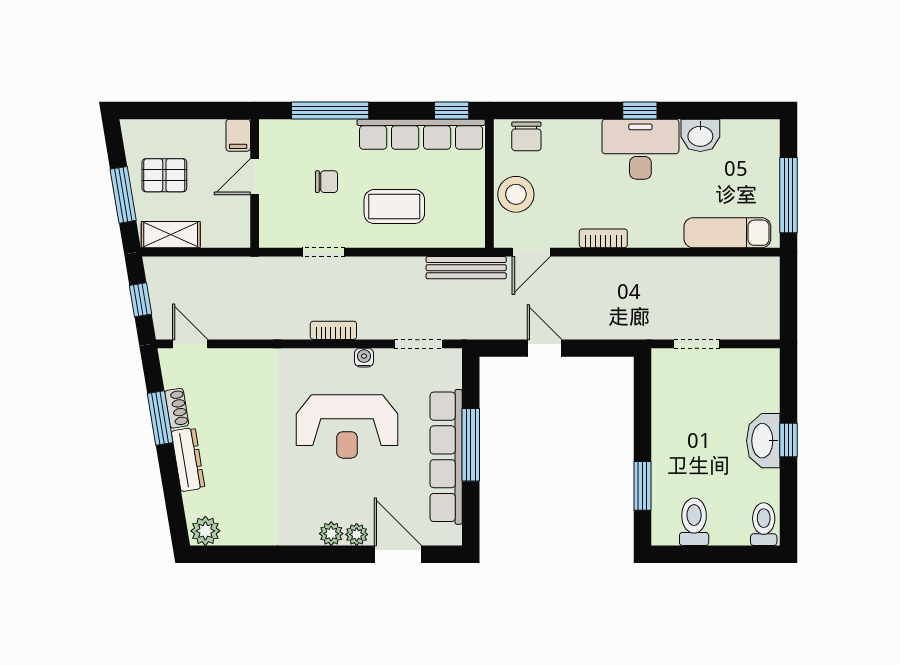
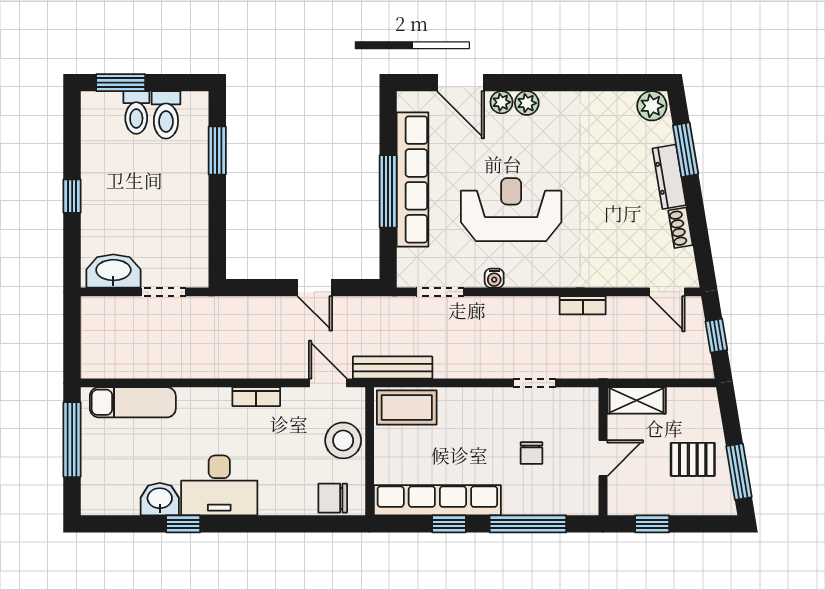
window: (205, 110) -> (652, 524), added
window: (452, 110) -> (449, 524), moved
window: (640, 110) -> (183, 524), moved
filing cabinet: (238, 135) -> (619, 499), removed
chair: (526, 136) -> (333, 498), turned -90
chair: (326, 182) -> (531, 453), turned -90
window: (123, 195) -> (739, 472), moved
coffee table: (394, 207) -> (407, 407), moved
shelving: (171, 235) -> (636, 400), moved
door: (531, 252) -> (328, 383), hinge flipped
bookcase: (333, 330) -> (583, 305), moved
window: (160, 418) -> (686, 150), moved
washbasin: (763, 441) -> (113, 271), moved, turned -90
toilet: (764, 524) -> (136, 112), moved
window: (740, 554) -> (121, 83), added

